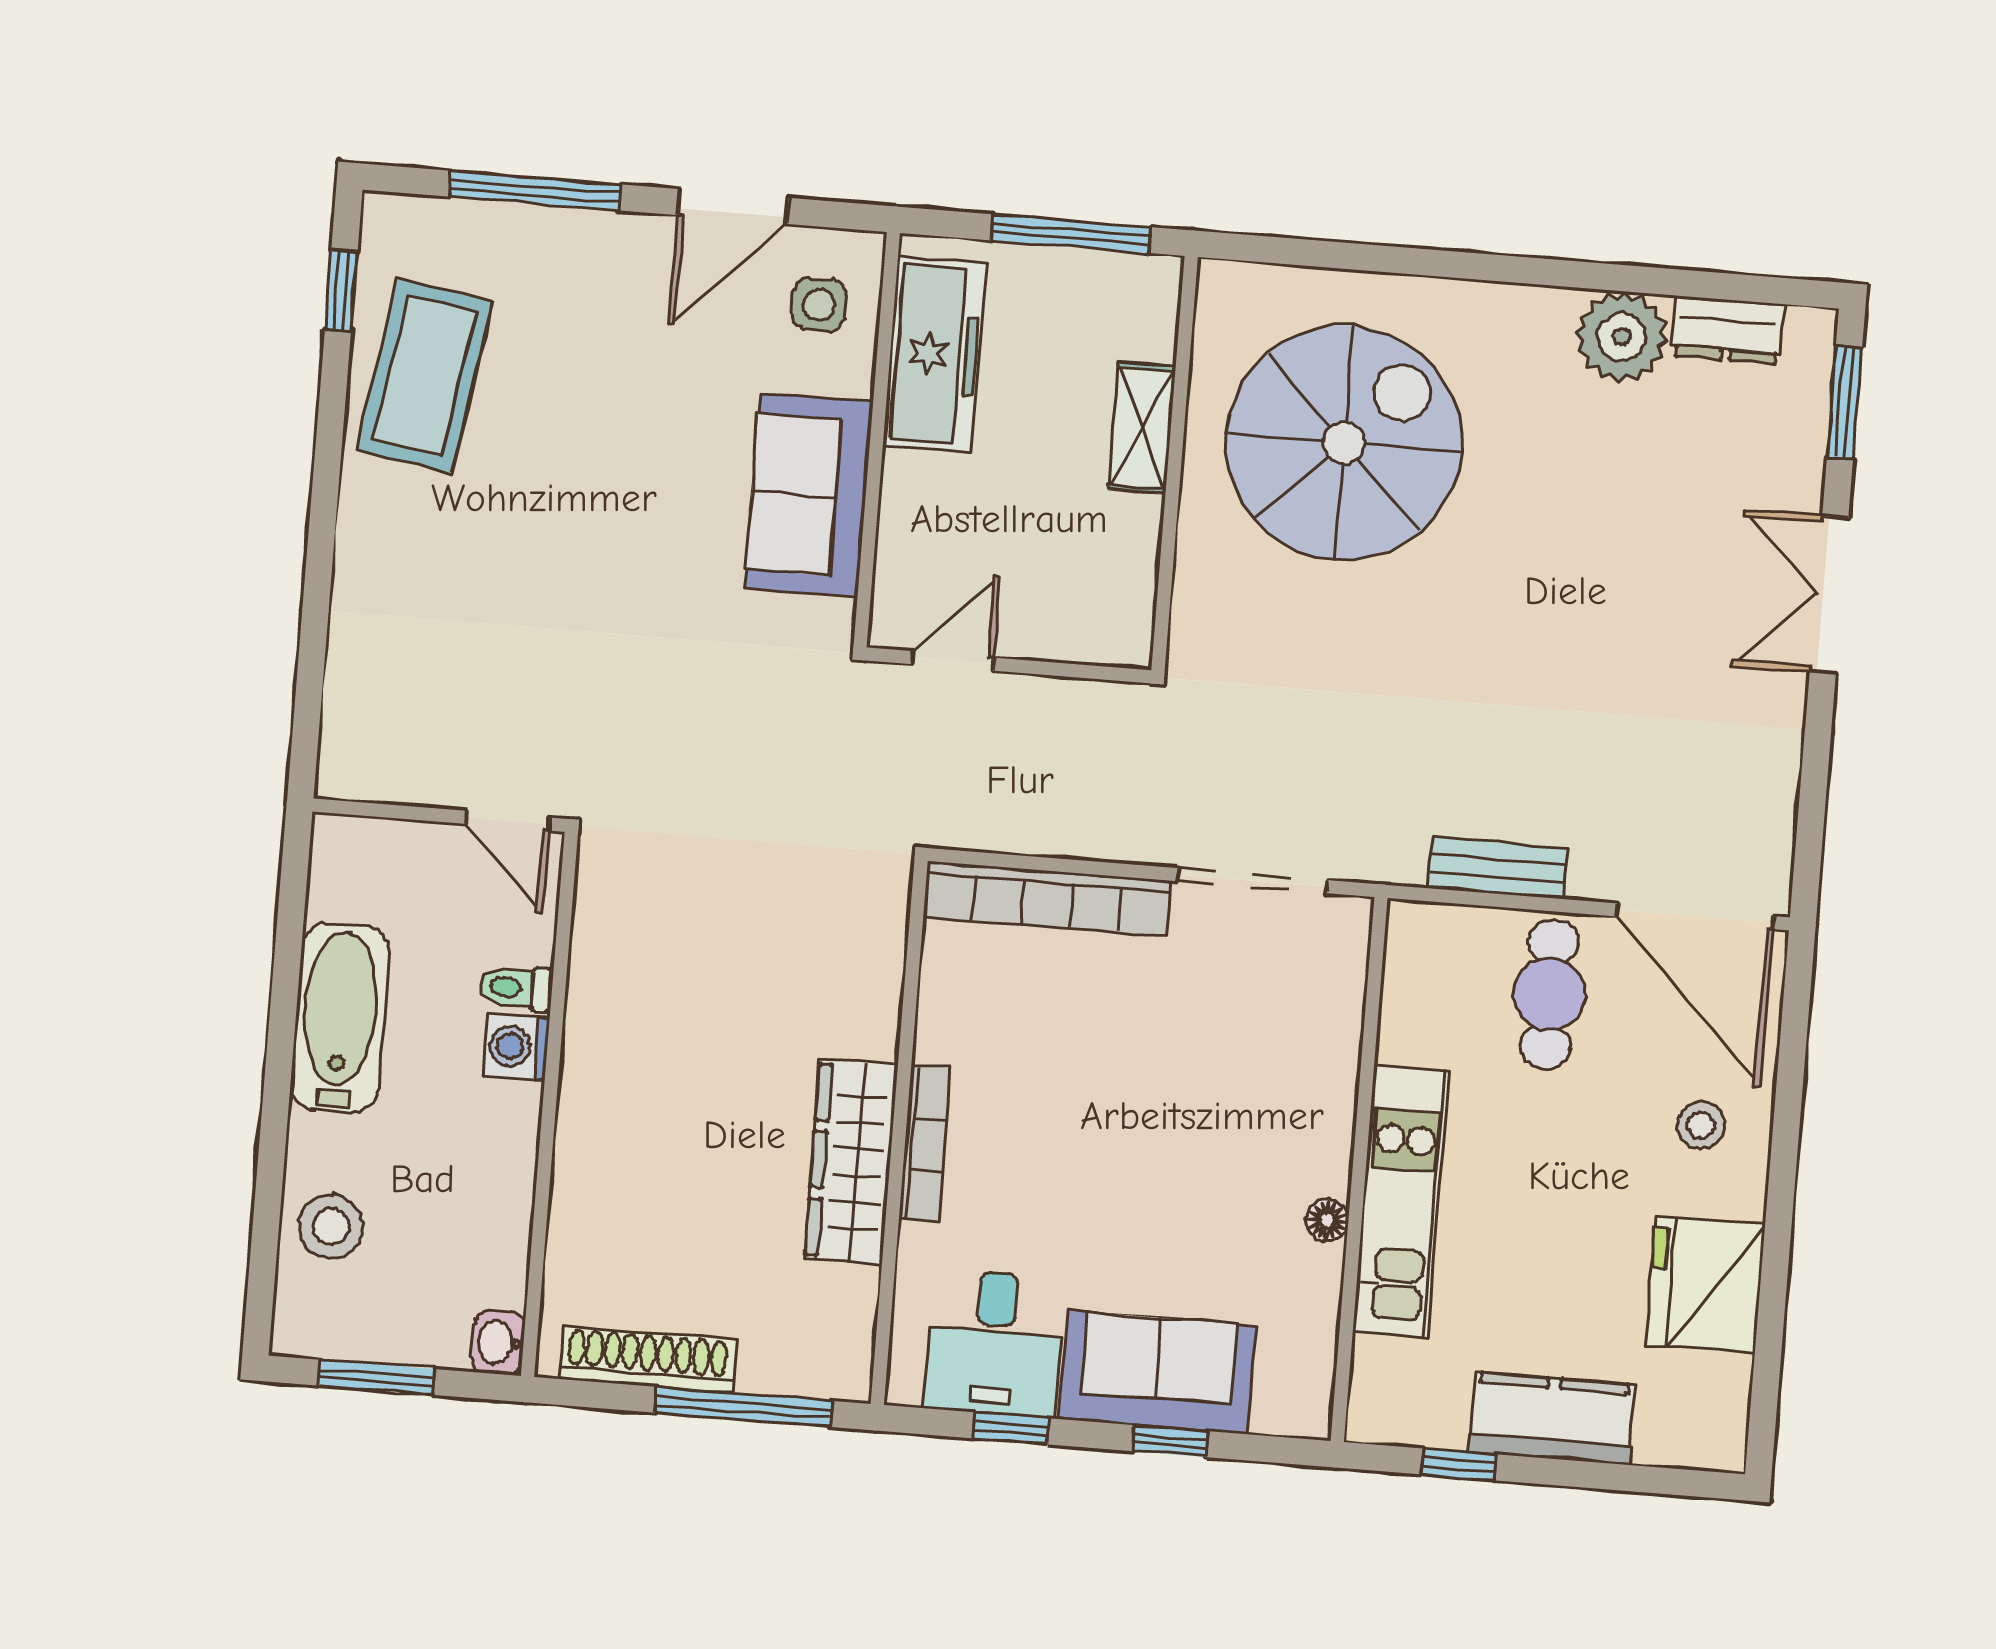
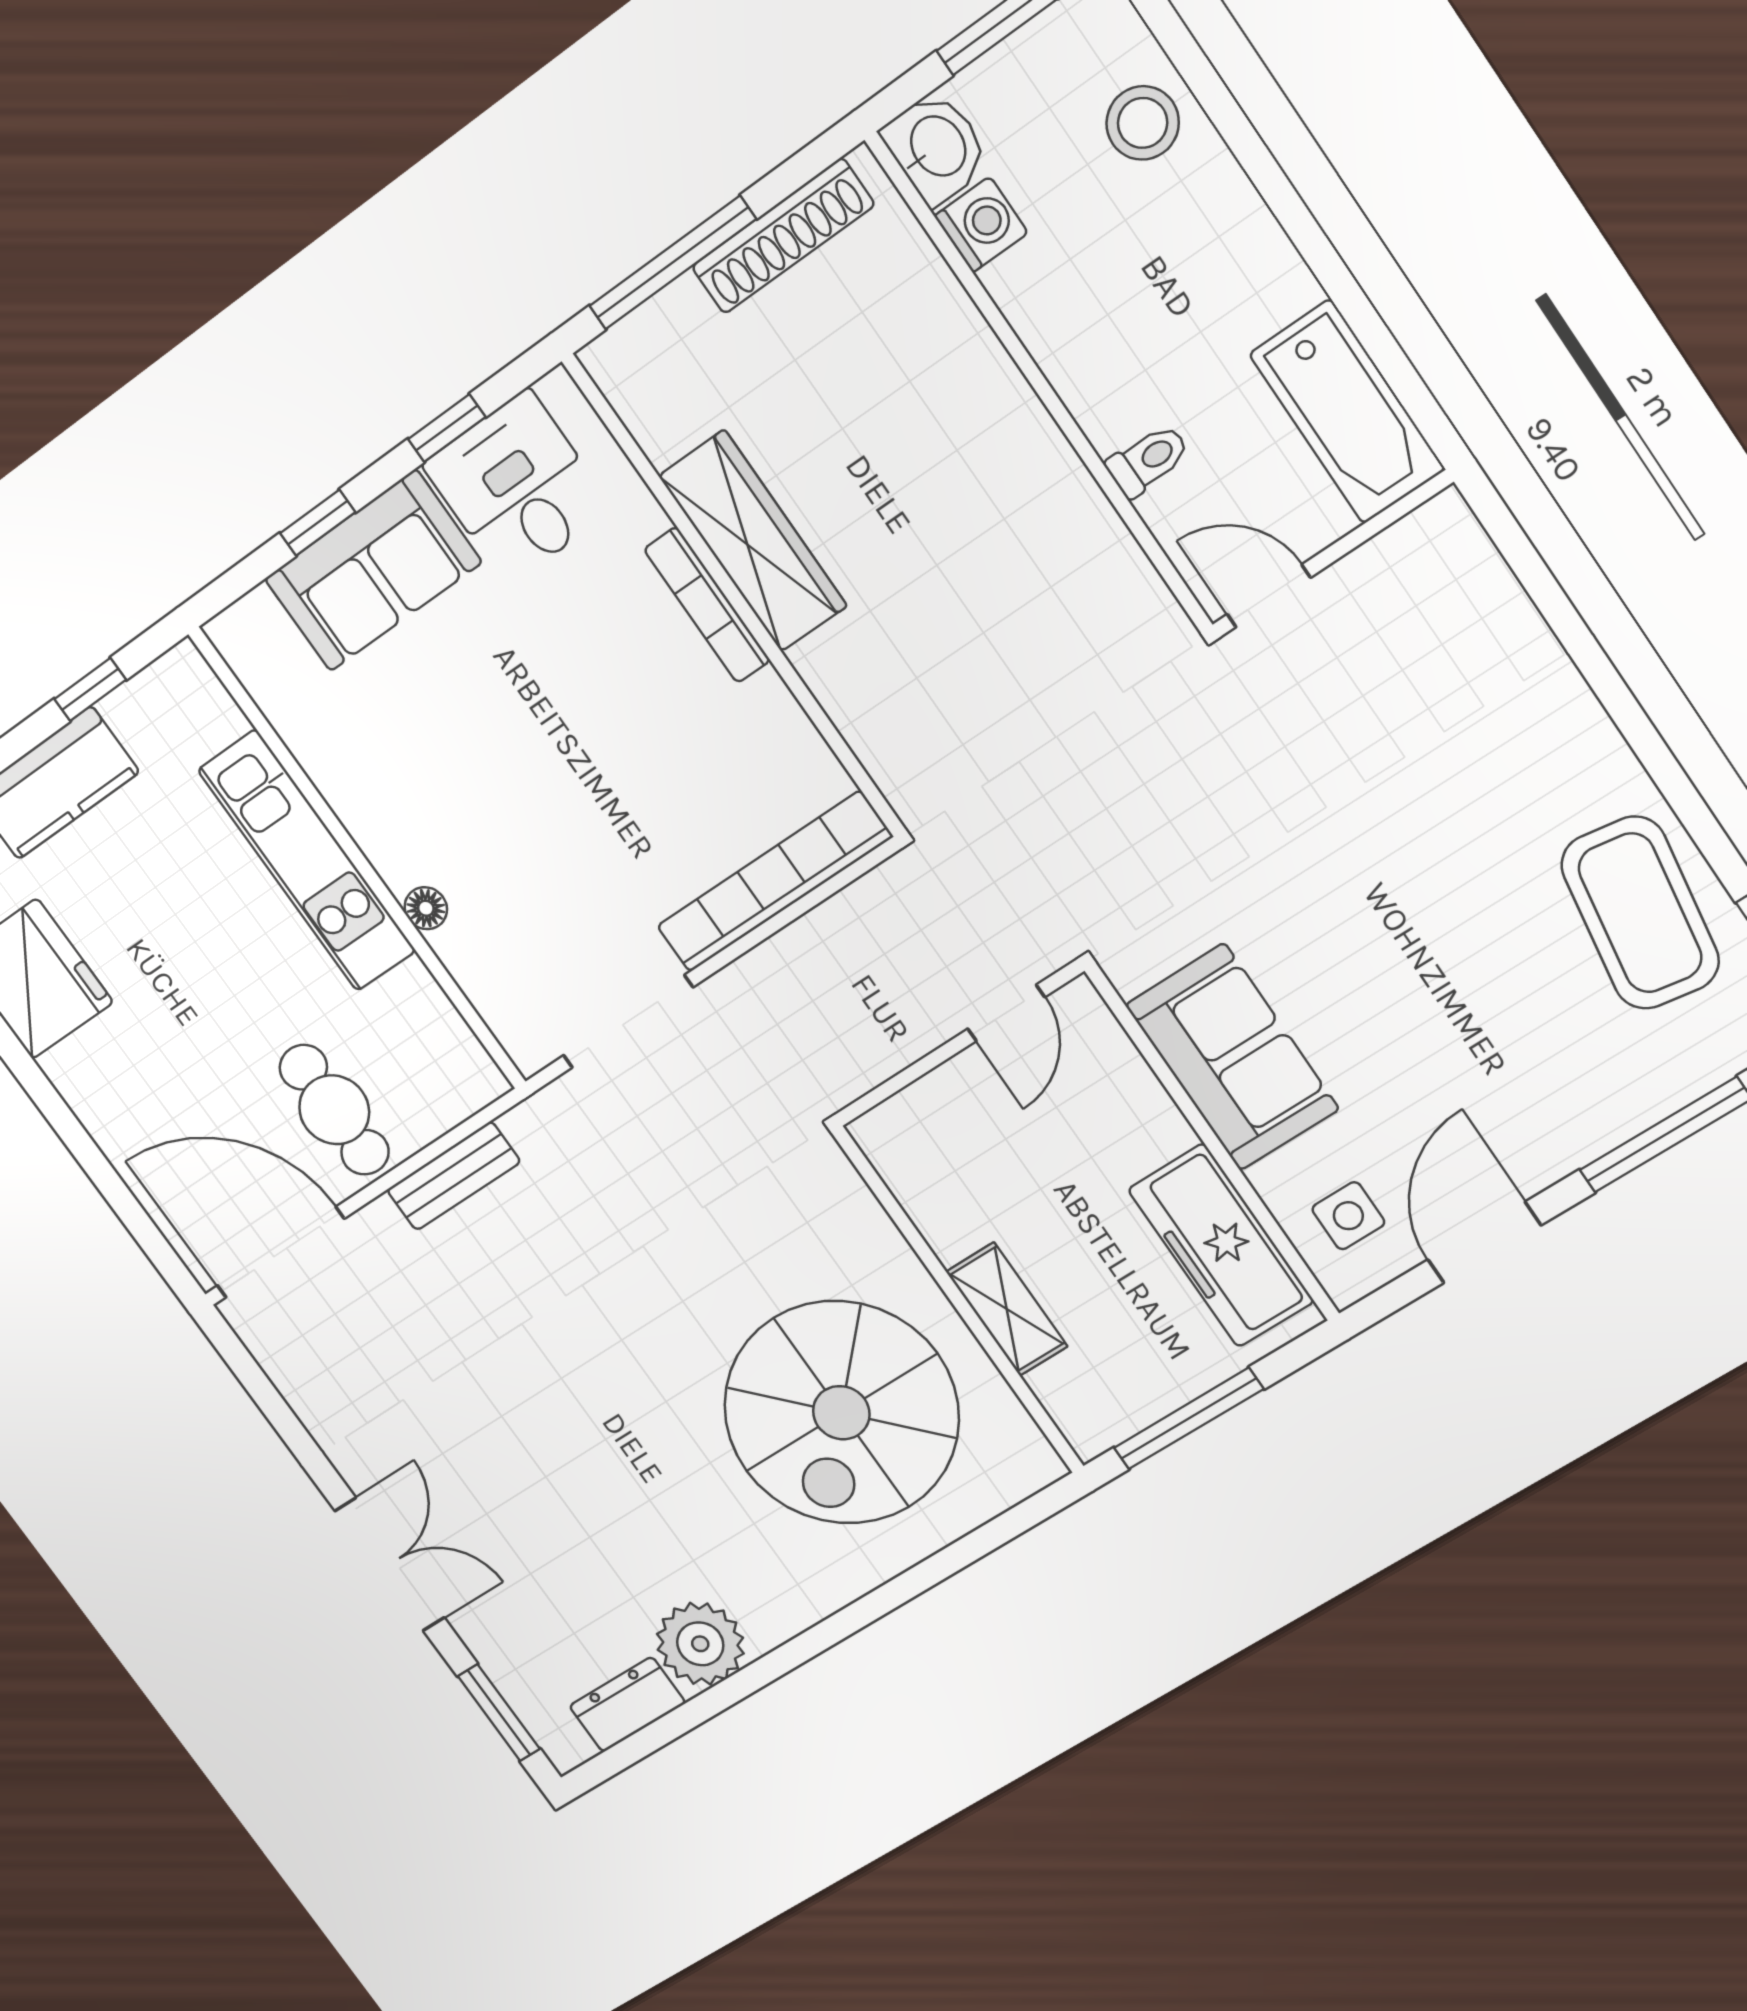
bathtub: (340, 1018) -> (1347, 412), moved
washing machine: (516, 1047) -> (981, 224), moved
stool: (1701, 1125) -> (141, 1098), removed
floor lamp: (1327, 1220) -> (426, 908), moved
washbasin: (498, 1343) -> (936, 147), width x1.38, depth x1.45

